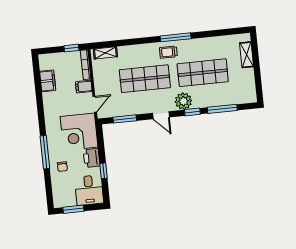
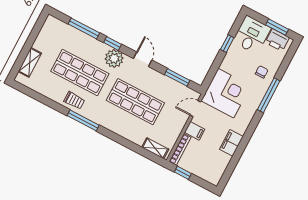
trolley: (168, 52) -> (74, 100), moved
filing cabinet: (48, 81) -> (231, 143), moved
printer: (92, 158) -> (277, 40), moved, turned 90

